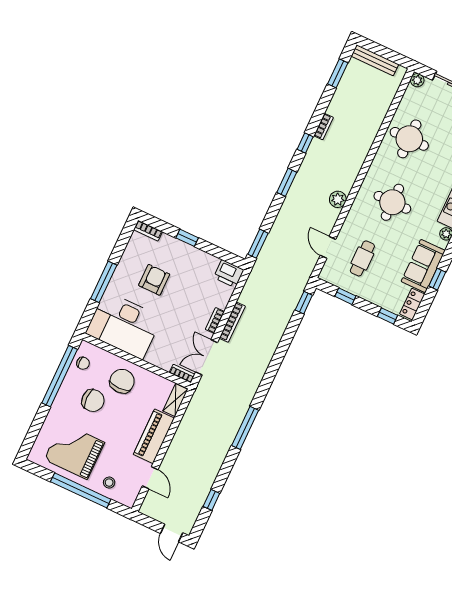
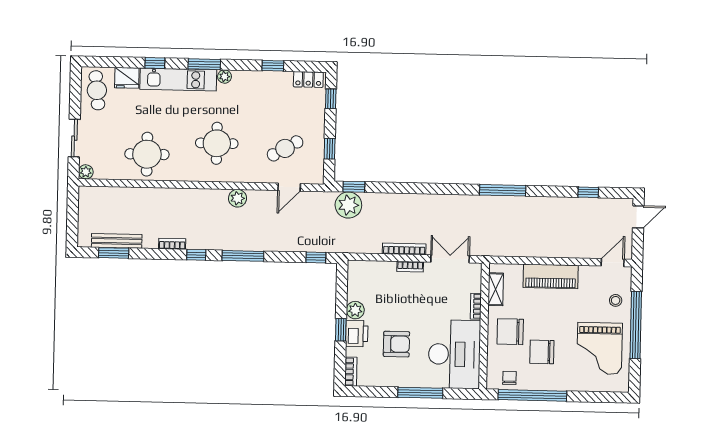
bench: (375, 60) -> (117, 241), moved, turned 90
window: (287, 182) -> (243, 256), width x1.44
window: (258, 244) -> (316, 258), width x0.67
plant: (199, 257) -> (355, 310), added
cafe table: (362, 258) -> (285, 148), turned -30
sofa: (423, 266) -> (266, 85), removed
printer: (229, 274) -> (357, 333), moved
armchair: (154, 280) -> (396, 344), turned 180
plant: (290, 291) -> (348, 205), added
double door: (207, 357) -> (450, 259), swing flipped
bookcase: (182, 374) -> (476, 306), moved
shelving: (175, 400) -> (496, 289), moved, turned 90
chair: (93, 401) -> (542, 352), turned -90
door: (150, 478) -> (613, 263), moved

